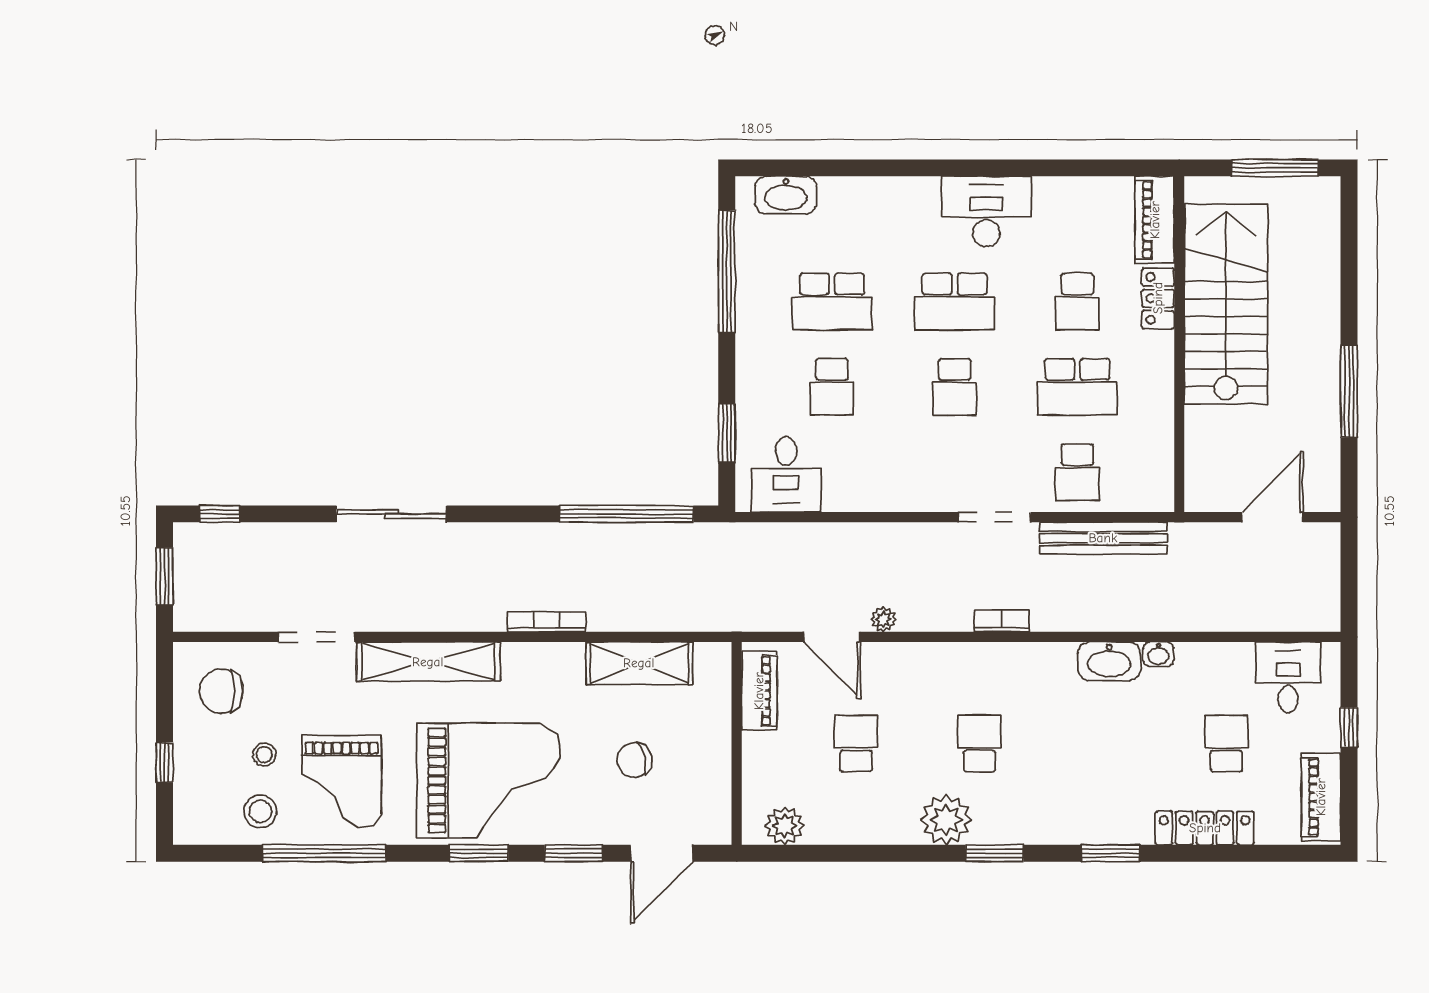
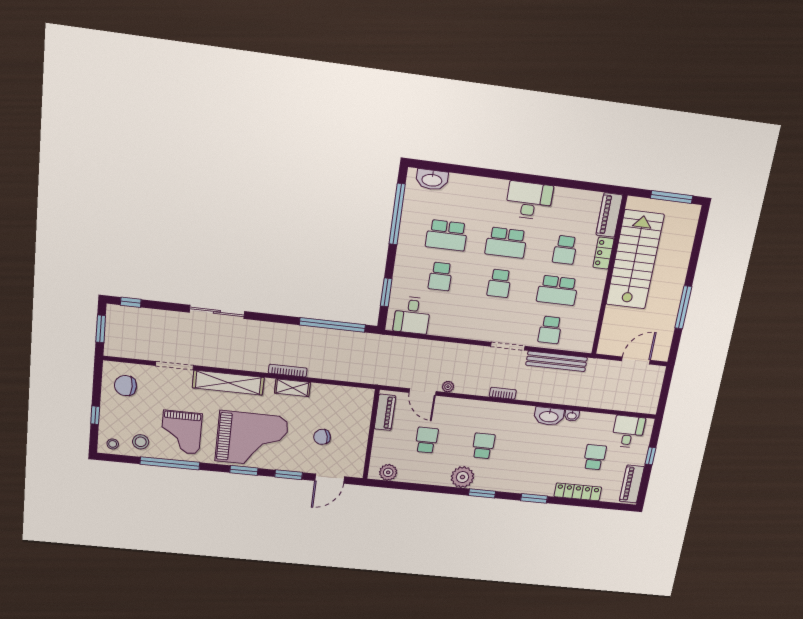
shelving: (639, 663) -> (292, 388), moved, width x0.67, depth x0.75
stool: (264, 755) -> (113, 444), moved

